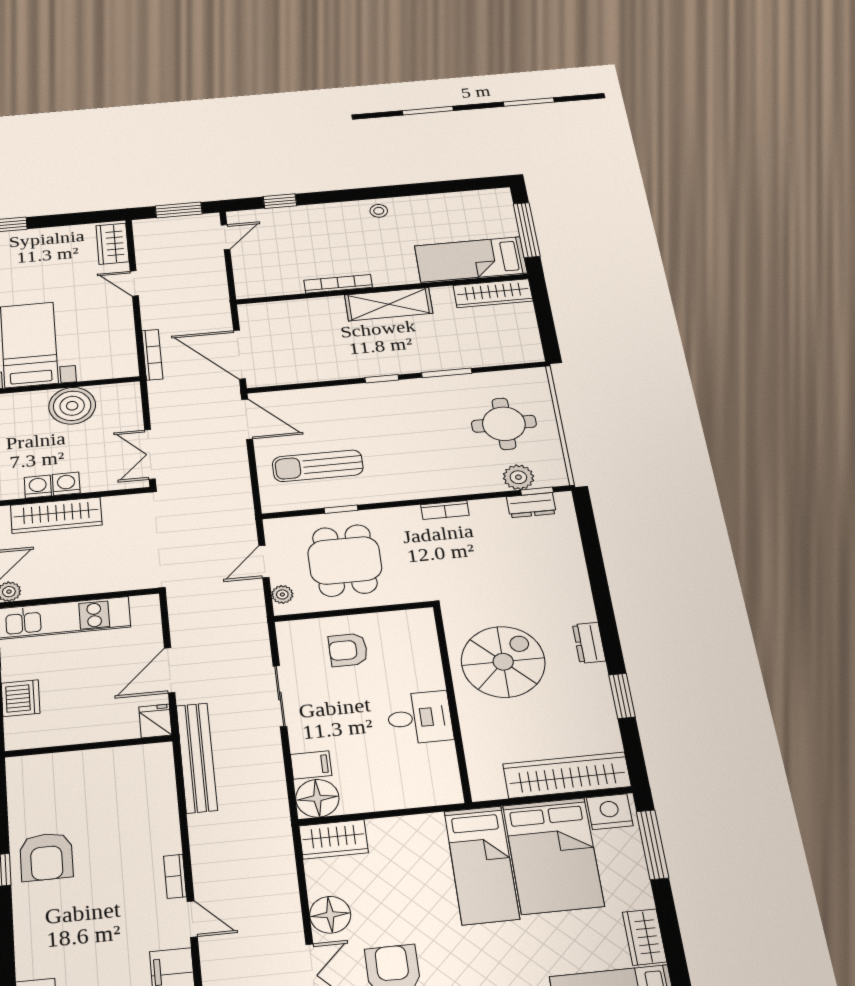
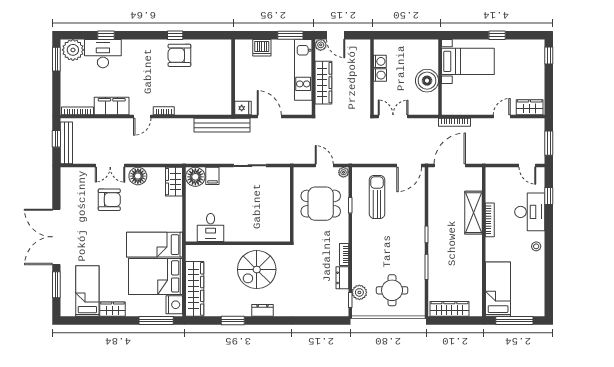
desk: (314, 226) -> (530, 212), added
wardrobe: (493, 293) -> (449, 309), moved, turned 90
shelving: (389, 304) -> (473, 213), moved
dresser: (531, 505) -> (342, 278), moved
wardrobe: (56, 515) -> (323, 83), moved, turned 180
plant: (282, 594) -> (343, 172), moved
armchair: (348, 650) -> (271, 199), removed
spiral stairs: (503, 662) -> (257, 270), turned 90
desk: (420, 718) -> (211, 227), moved

